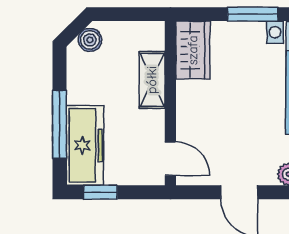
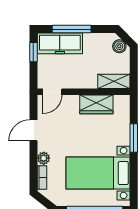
wardrobe: (193, 50) -> (96, 104), moved
shelving: (152, 80) -> (114, 81), moved

